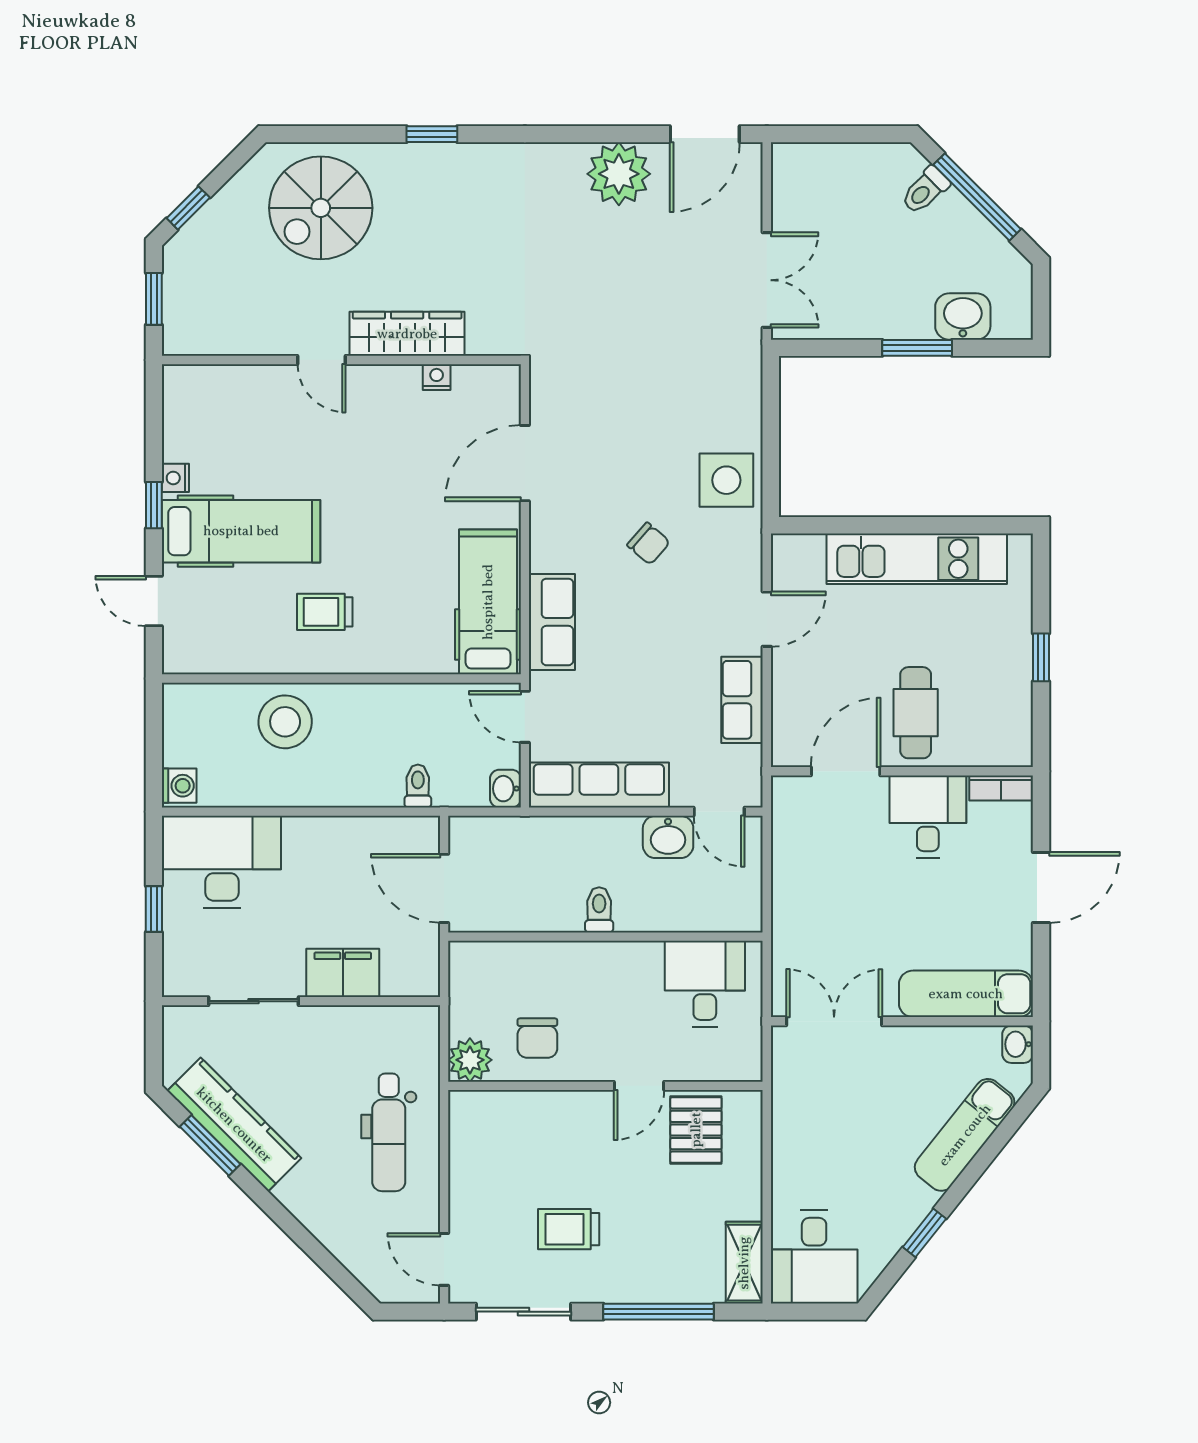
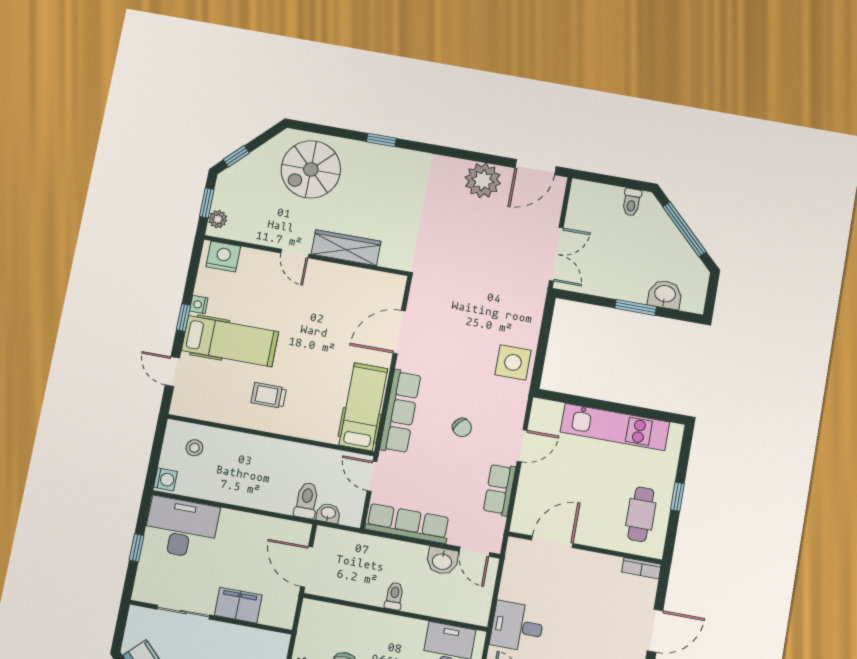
toilet: (925, 190) -> (632, 202), moved, turned -45
plant: (178, 324) -> (218, 219), added
nightstand: (437, 377) -> (223, 257), moved, width x1.89, depth x1.79
chair: (649, 544) -> (462, 427), moved
row of seats: (552, 622) -> (400, 412), width x1.48
cafe table: (916, 713) -> (641, 514), moved
stool: (285, 722) -> (194, 448), moved, width x0.53, depth x0.53
toilet: (418, 786) -> (307, 500), width x1.37, depth x1.39
washbasin: (505, 789) -> (328, 513), moved, turned 90
desk: (928, 817) -> (517, 627), moved, turned -90

